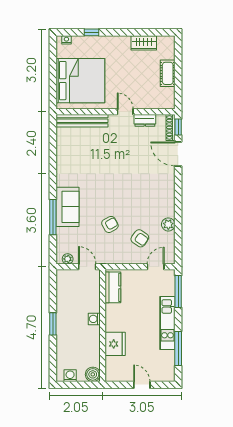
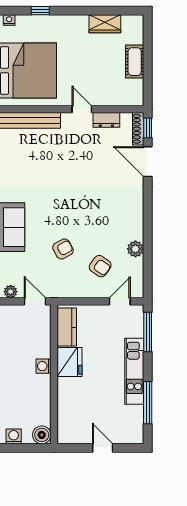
fridge: (115, 344) -> (70, 362), moved

